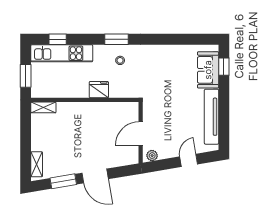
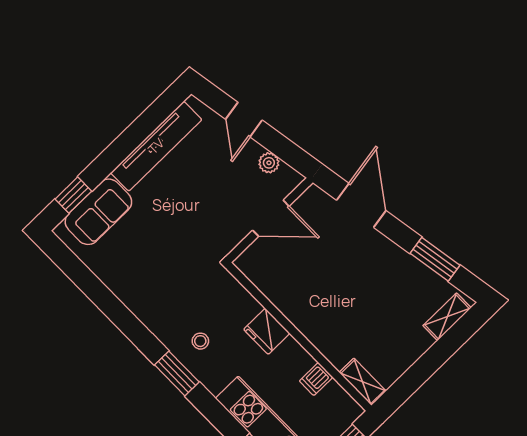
dishwasher: (62, 91) -> (316, 379), added
plant: (152, 156) -> (269, 163), moved
door: (189, 160) -> (244, 120), hinge flipped
door: (95, 176) -> (361, 205), moved

